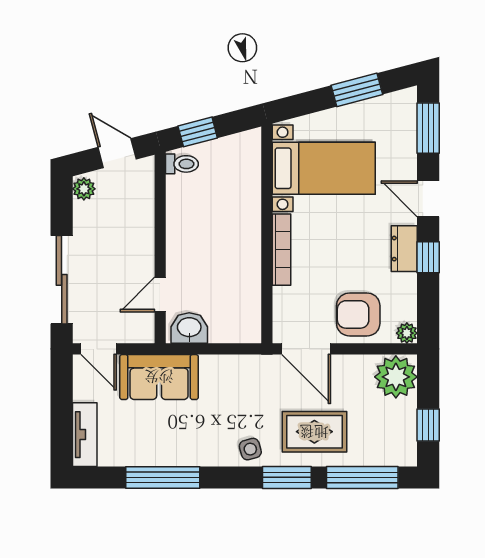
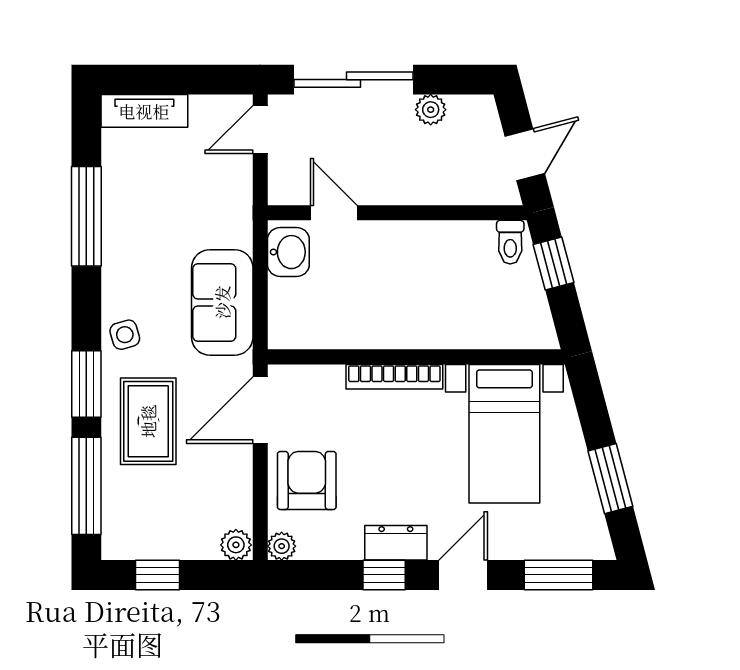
plant: (84, 189) -> (431, 110), moved
sofa: (159, 377) -> (222, 302), moved
plant: (396, 377) -> (236, 545), width x0.53, depth x0.53

